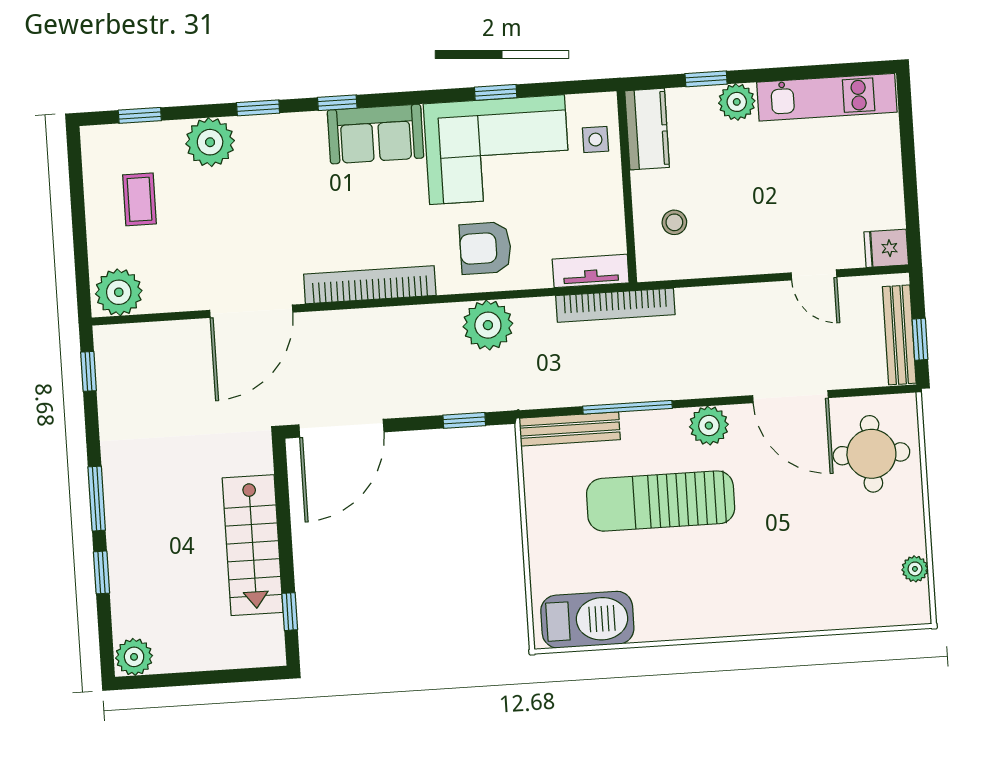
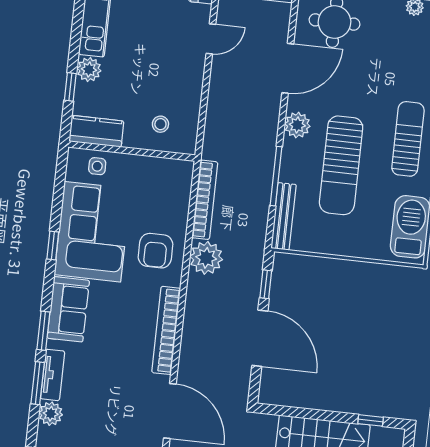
window: (496, 92) -> (53, 245), moved
window: (337, 103) -> (43, 331), width x1.50
window: (258, 108) -> (38, 383), width x1.50
plant: (210, 142) -> (51, 414), width x0.73, depth x0.73
tv unit: (591, 271) -> (53, 375), moved, turned 180
bookcase: (615, 305) -> (205, 200), moved
door: (341, 428) -> (260, 338), moved
sun lounger: (717, 593) -> (408, 139), added

